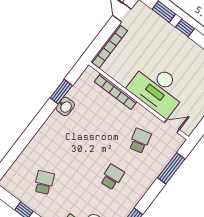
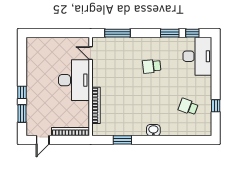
washbasin: (65, 106) -> (153, 130), moved
school desk: (140, 141) -> (115, 66), removed
school desk: (44, 183) -> (188, 107), turned 45

